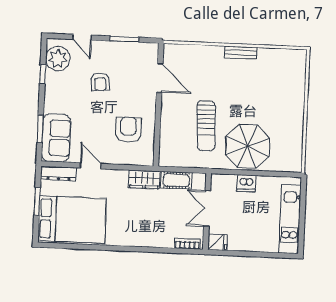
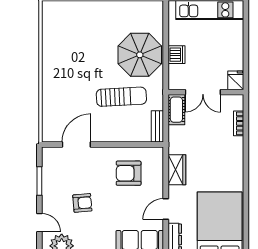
door: (82, 37) -> (39, 223), hinge flipped
bench: (241, 53) -> (157, 126), moved
wardrobe: (144, 179) -> (177, 170), moved
cot: (176, 180) -> (176, 110), moved
bookcase: (187, 244) -> (239, 123), moved

